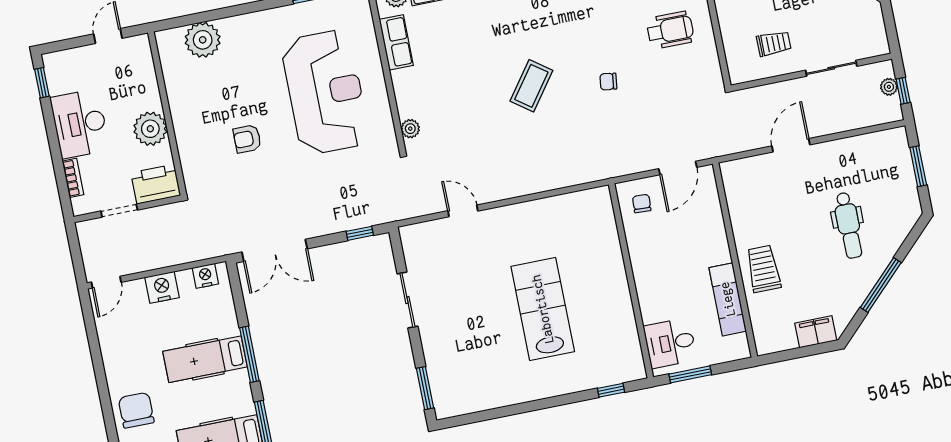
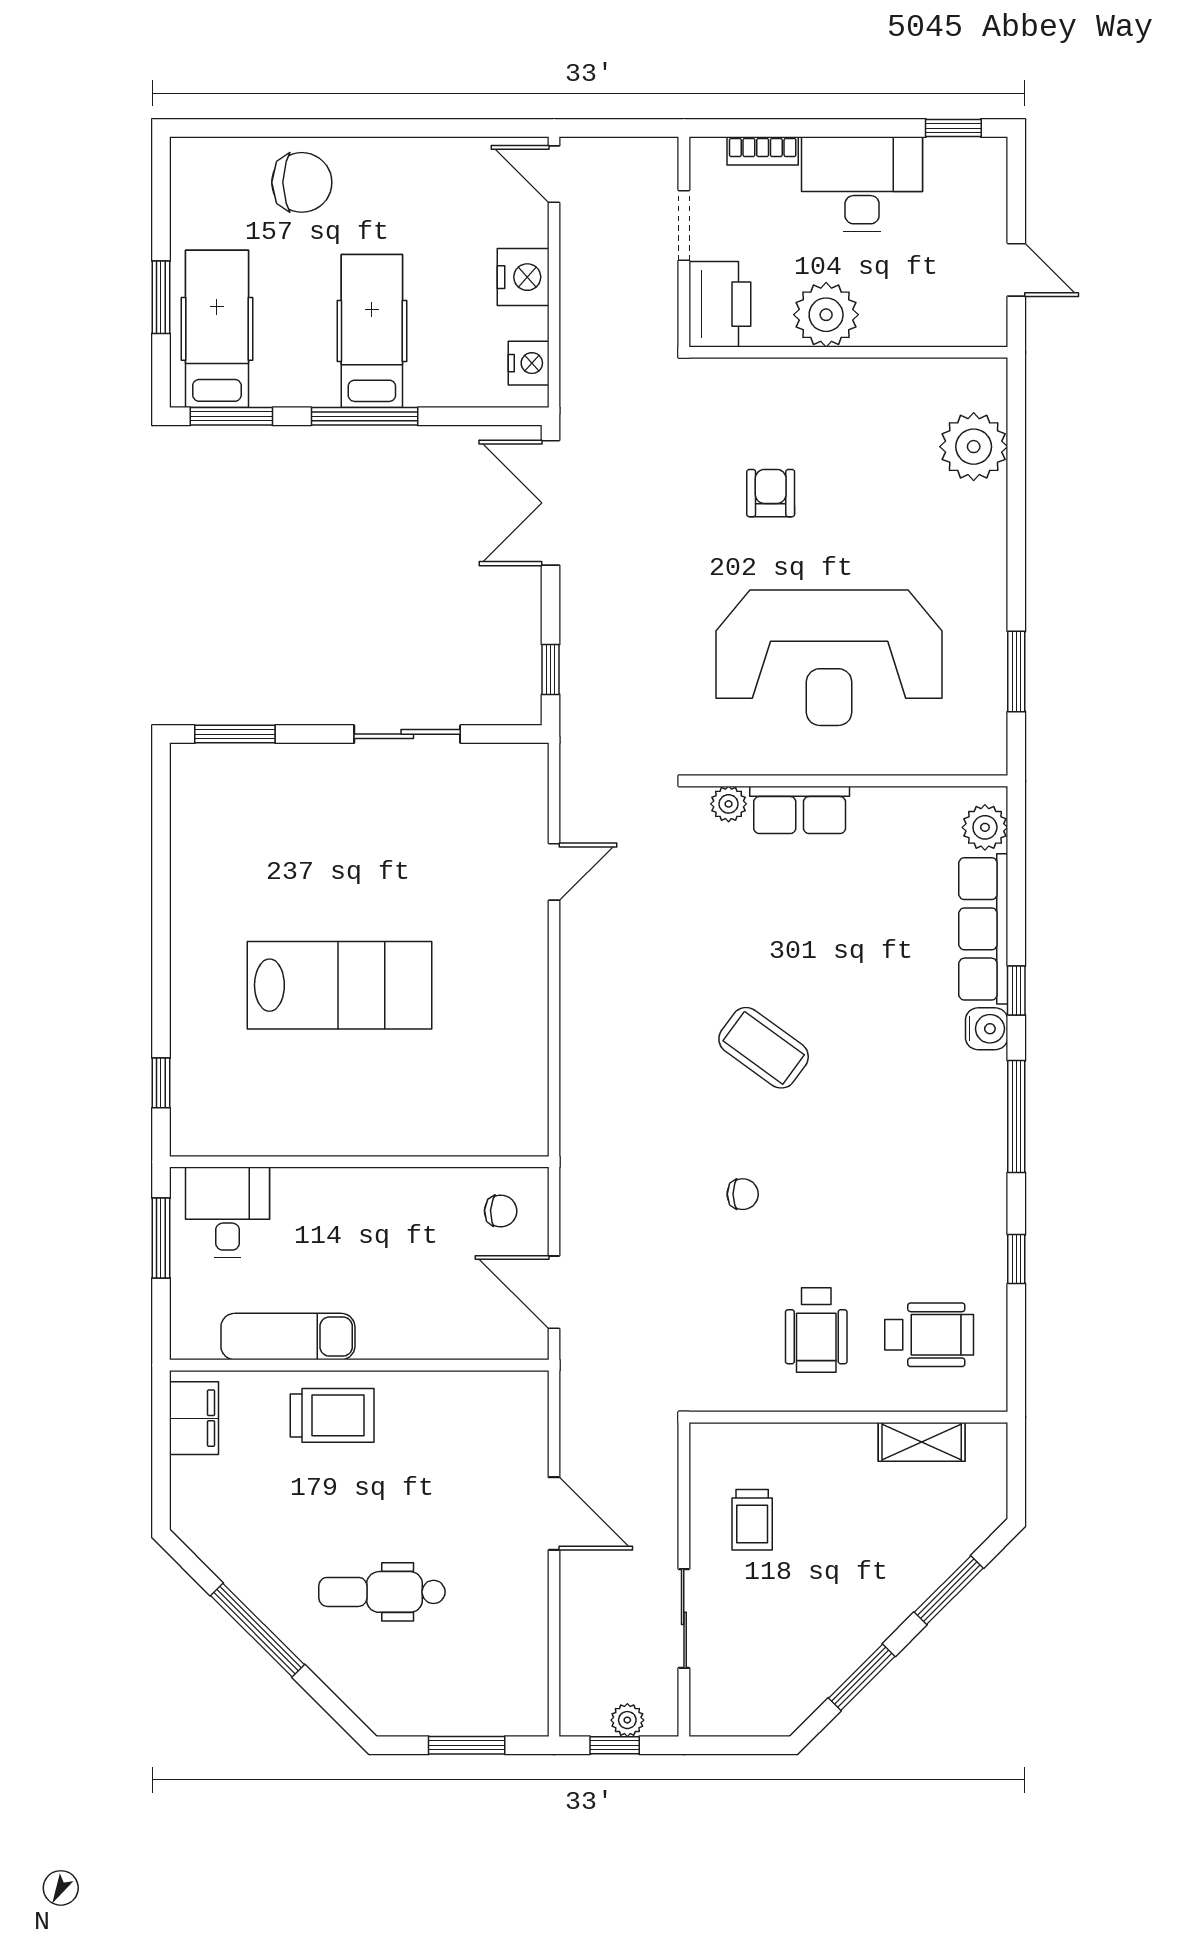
row of seats: (396, 42) -> (800, 810), moved
chair: (608, 82) -> (743, 1194), turned 82
filing cabinet: (816, 332) -> (194, 1418), moved

